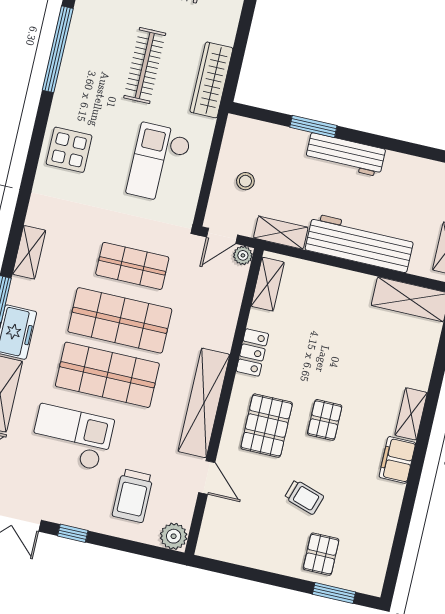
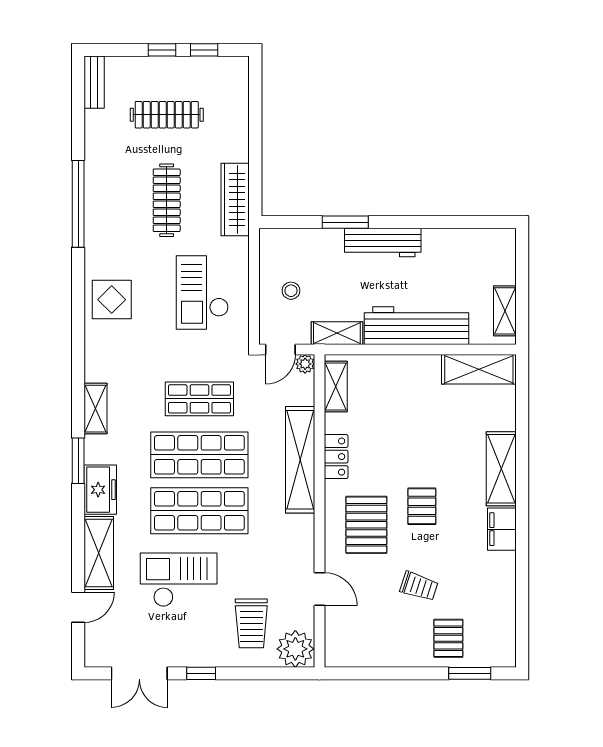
shelving: (204, 403) -> (300, 460), moved
shelving: (411, 414) -> (501, 469), width x1.50, depth x1.33
plant: (174, 536) -> (295, 649), width x1.36, depth x1.36

